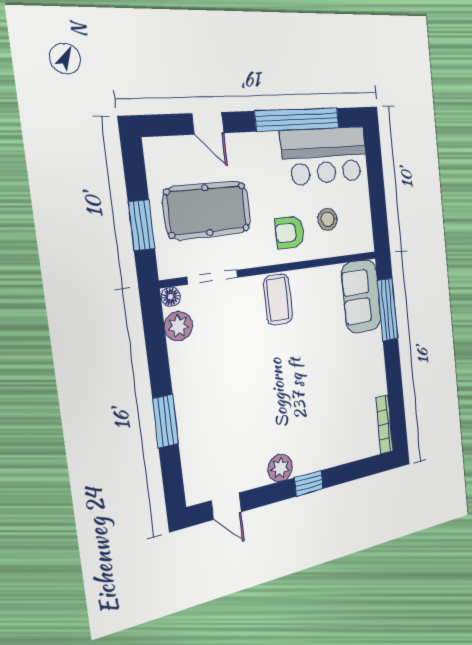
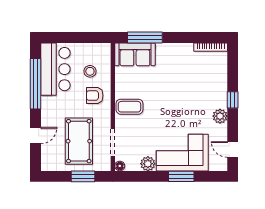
armchair: (290, 232) -> (95, 96), turned 90
plant: (178, 326) -> (148, 164), moved
corner sofa: (210, 413) -> (182, 153), added
door: (226, 506) -> (233, 149), swing flipped

